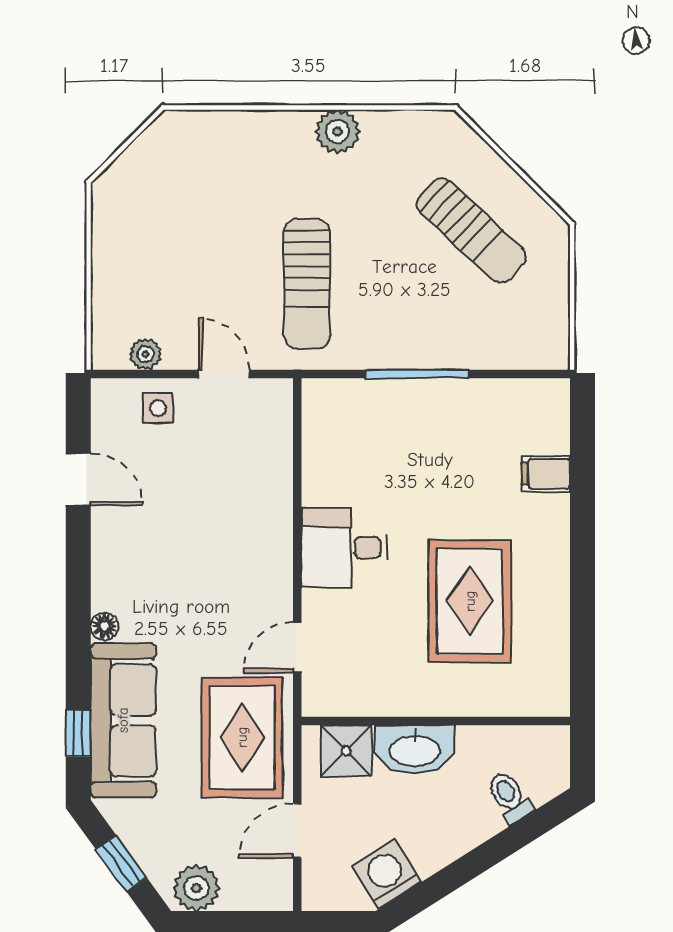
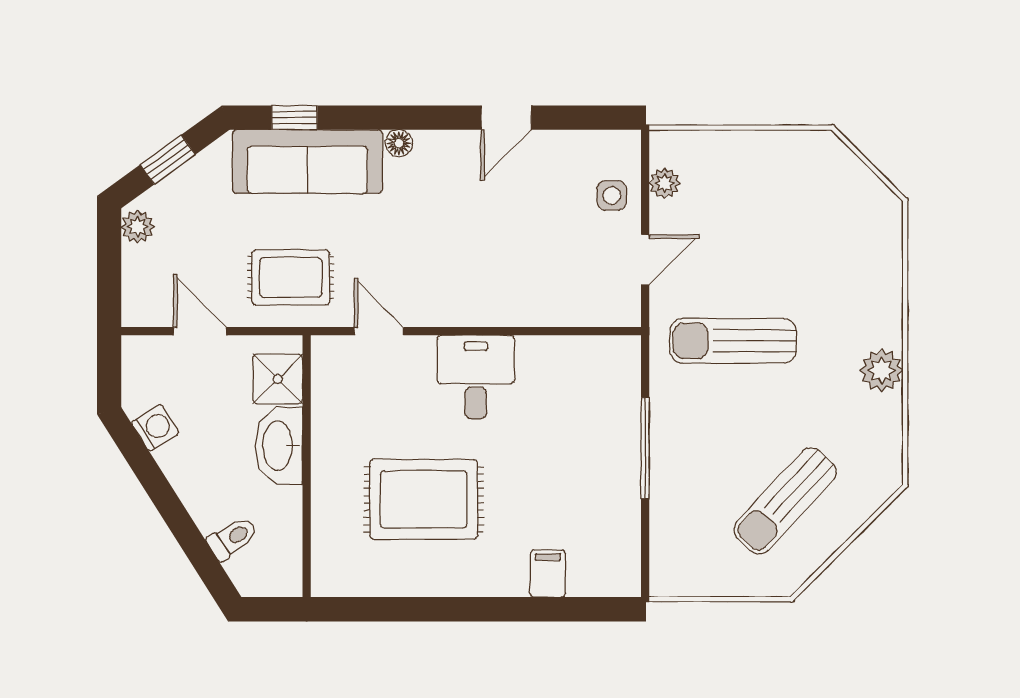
door: (78, 479) -> (506, 118), moved
rug: (242, 737) -> (291, 277), width x0.73, depth x0.70
washing machine: (387, 874) -> (155, 428), width x0.73, depth x0.73
plant: (196, 888) -> (138, 227), width x0.73, depth x0.73

